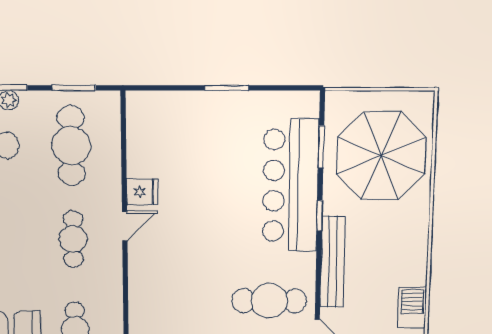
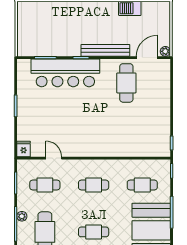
cafe table: (71, 146) -> (45, 185), width x0.73, depth x0.74
parasol: (381, 156) -> (50, 27), removed
fridge: (142, 192) -> (24, 149), moved
door: (125, 226) -> (54, 158), moved

